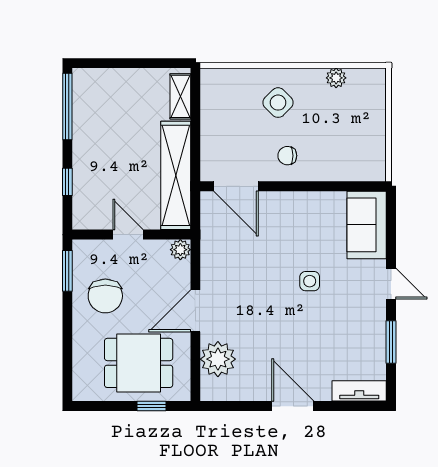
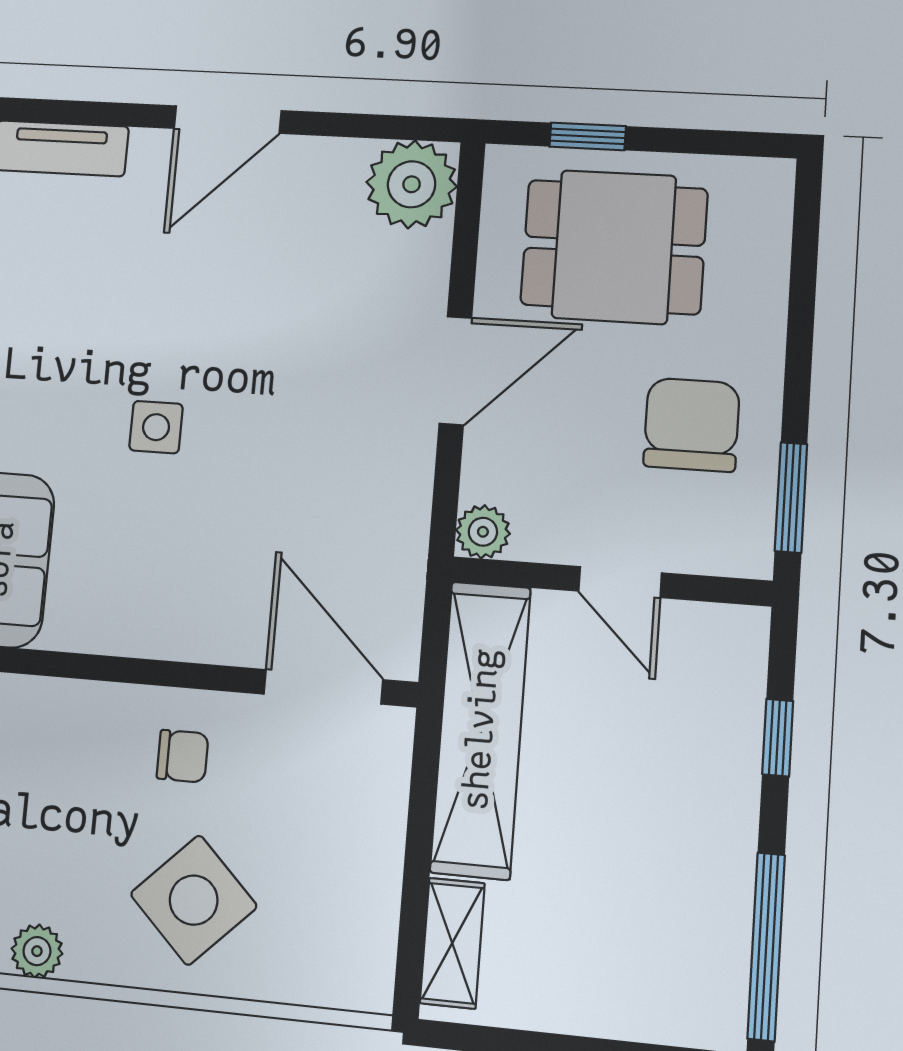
side table: (278, 103) -> (194, 900), width x1.37, depth x1.37
plant: (218, 359) -> (412, 184), moved
door: (293, 406) -> (228, 119), hinge flipped

